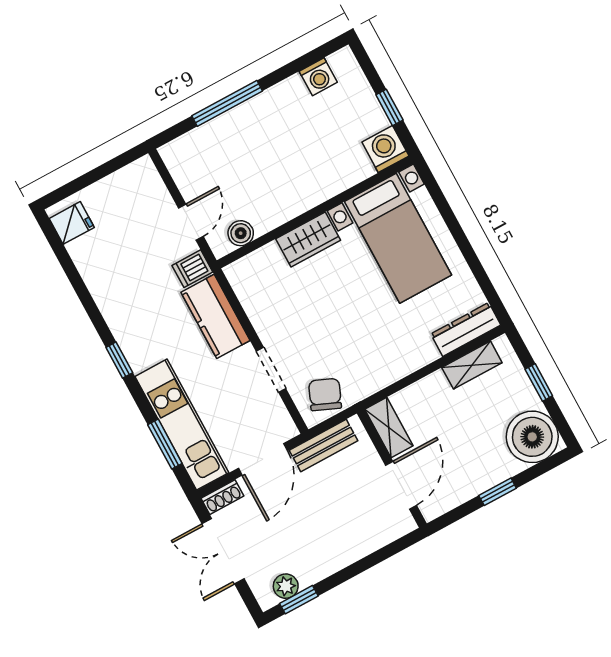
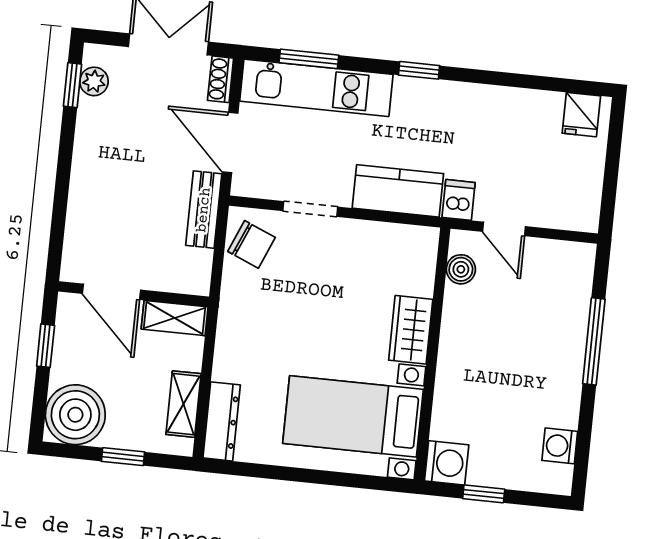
shelving: (389, 427) -> (175, 318), moved
wall: (392, 468) -> (134, 294), moved
door: (401, 485) -> (112, 292), moved

